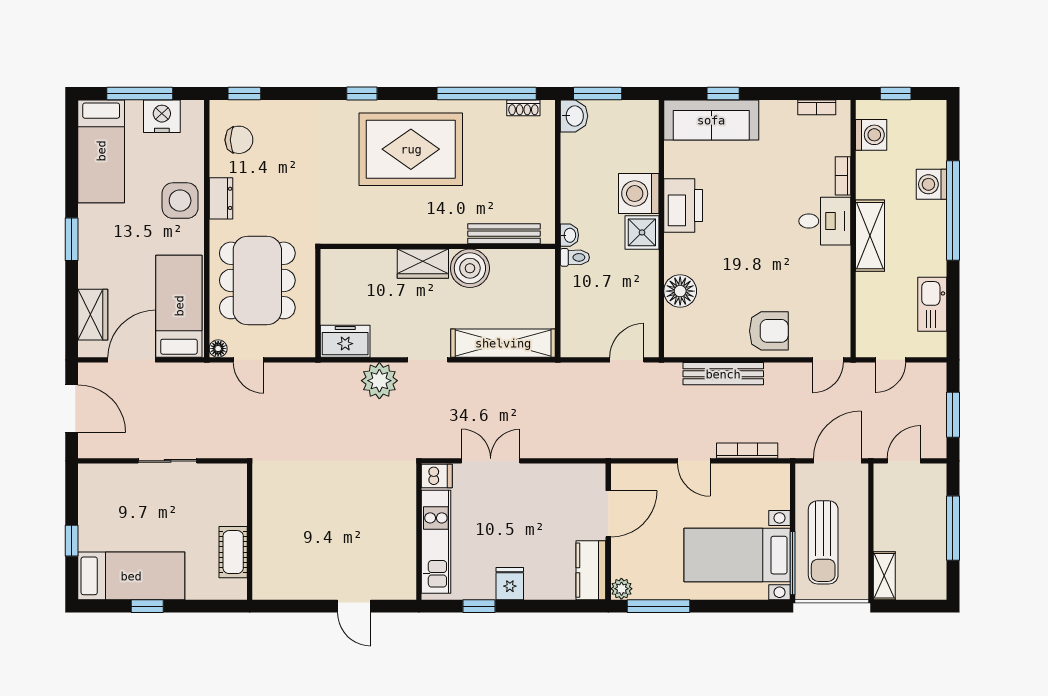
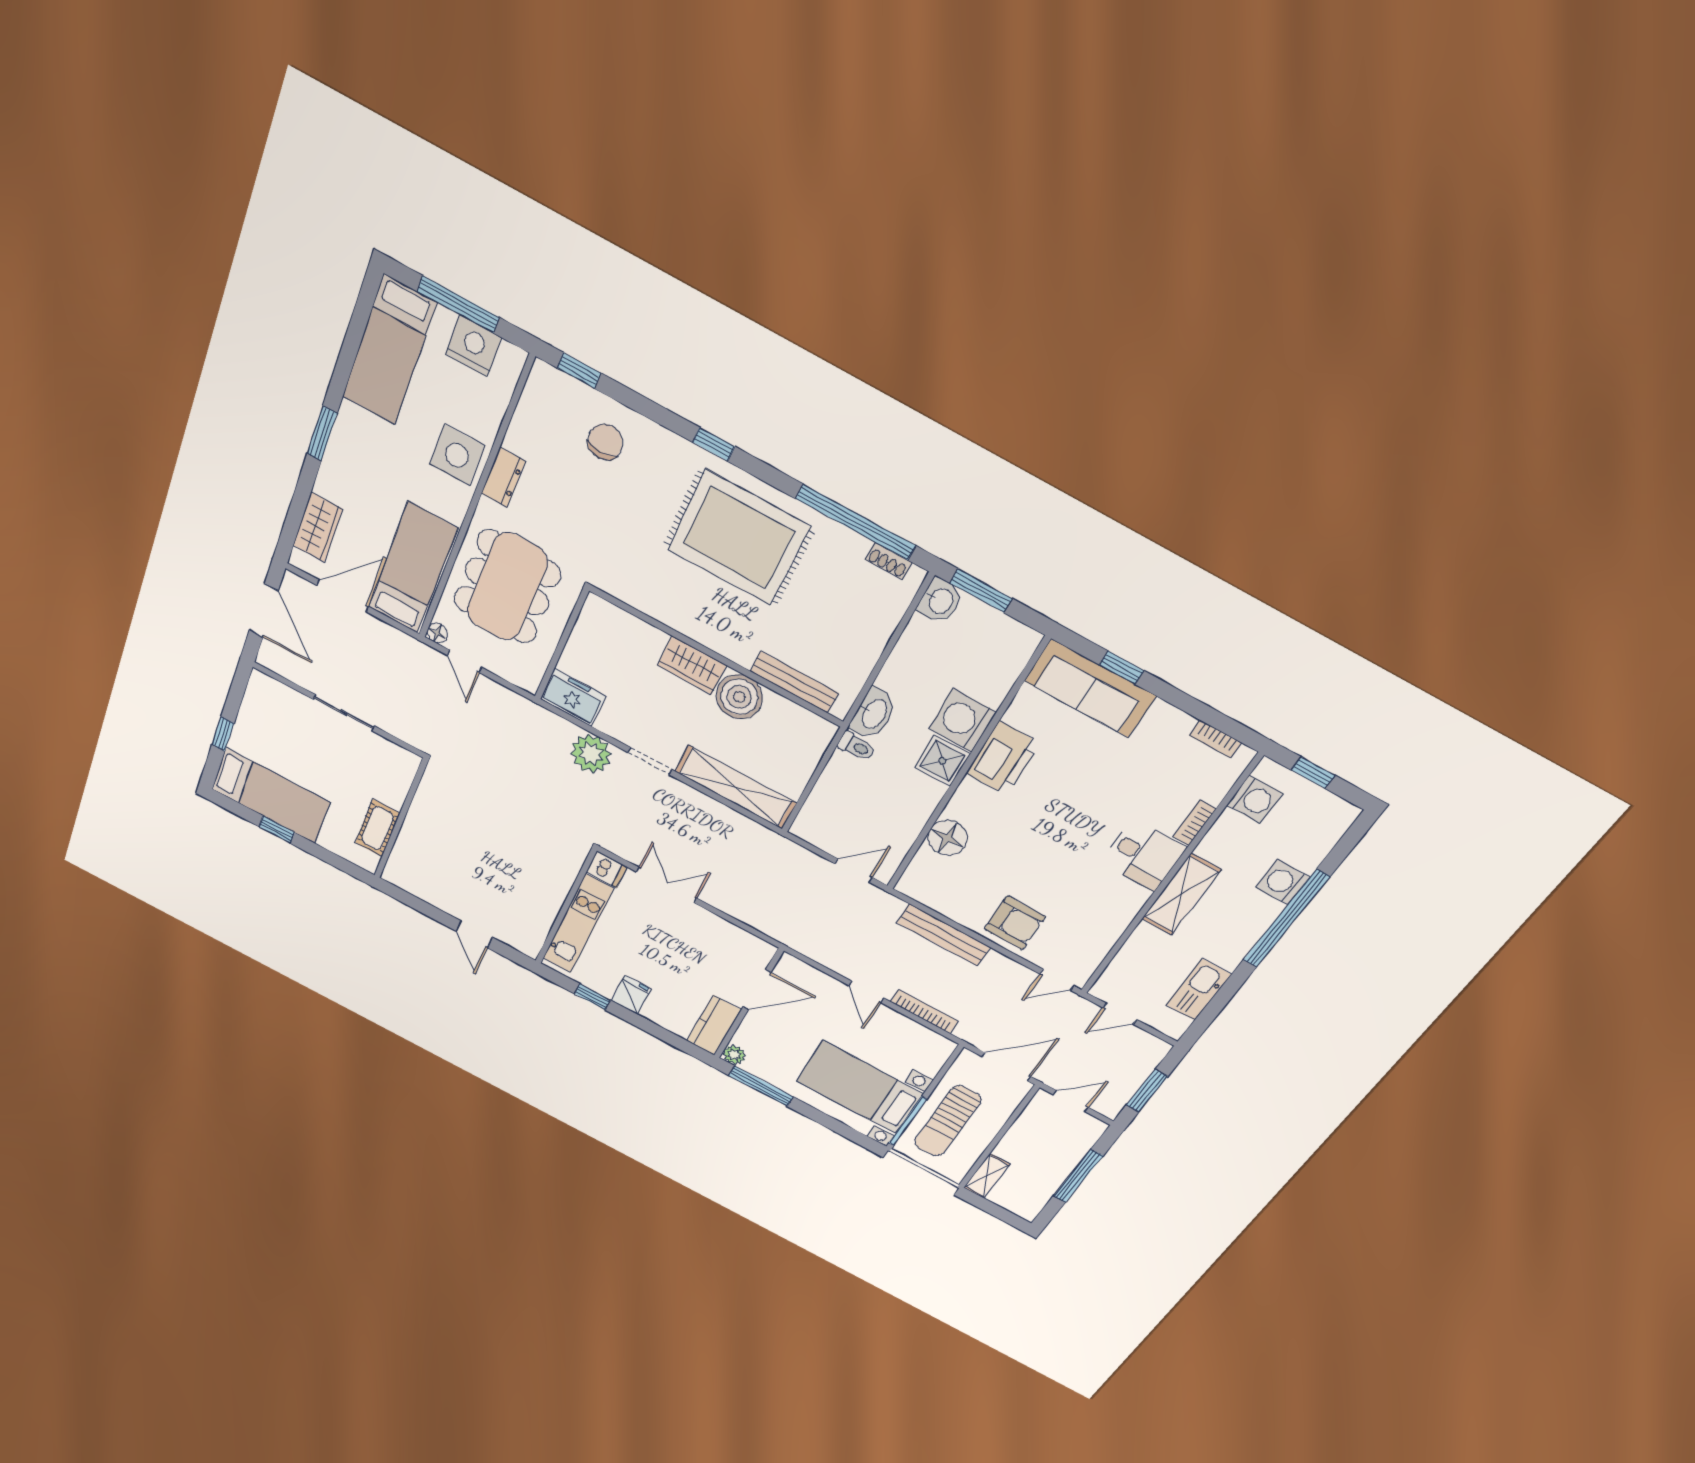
chair: (239, 140) -> (605, 442), moved, turned -90
washbasin: (569, 235) -> (874, 714), width x1.91, depth x1.45

